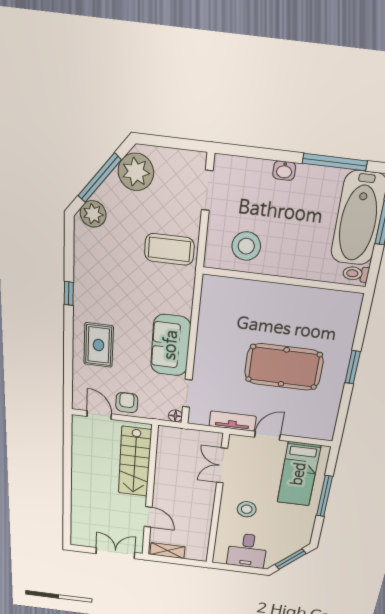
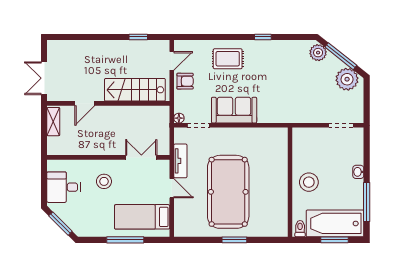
stool: (246, 246) -> (309, 182), moved
coffee table: (169, 249) -> (301, 104), removed
pool table: (284, 367) -> (228, 192), width x1.36, depth x1.32
window: (67, 450) -> (138, 37), added
double door: (115, 553) -> (44, 78), swing flipped

